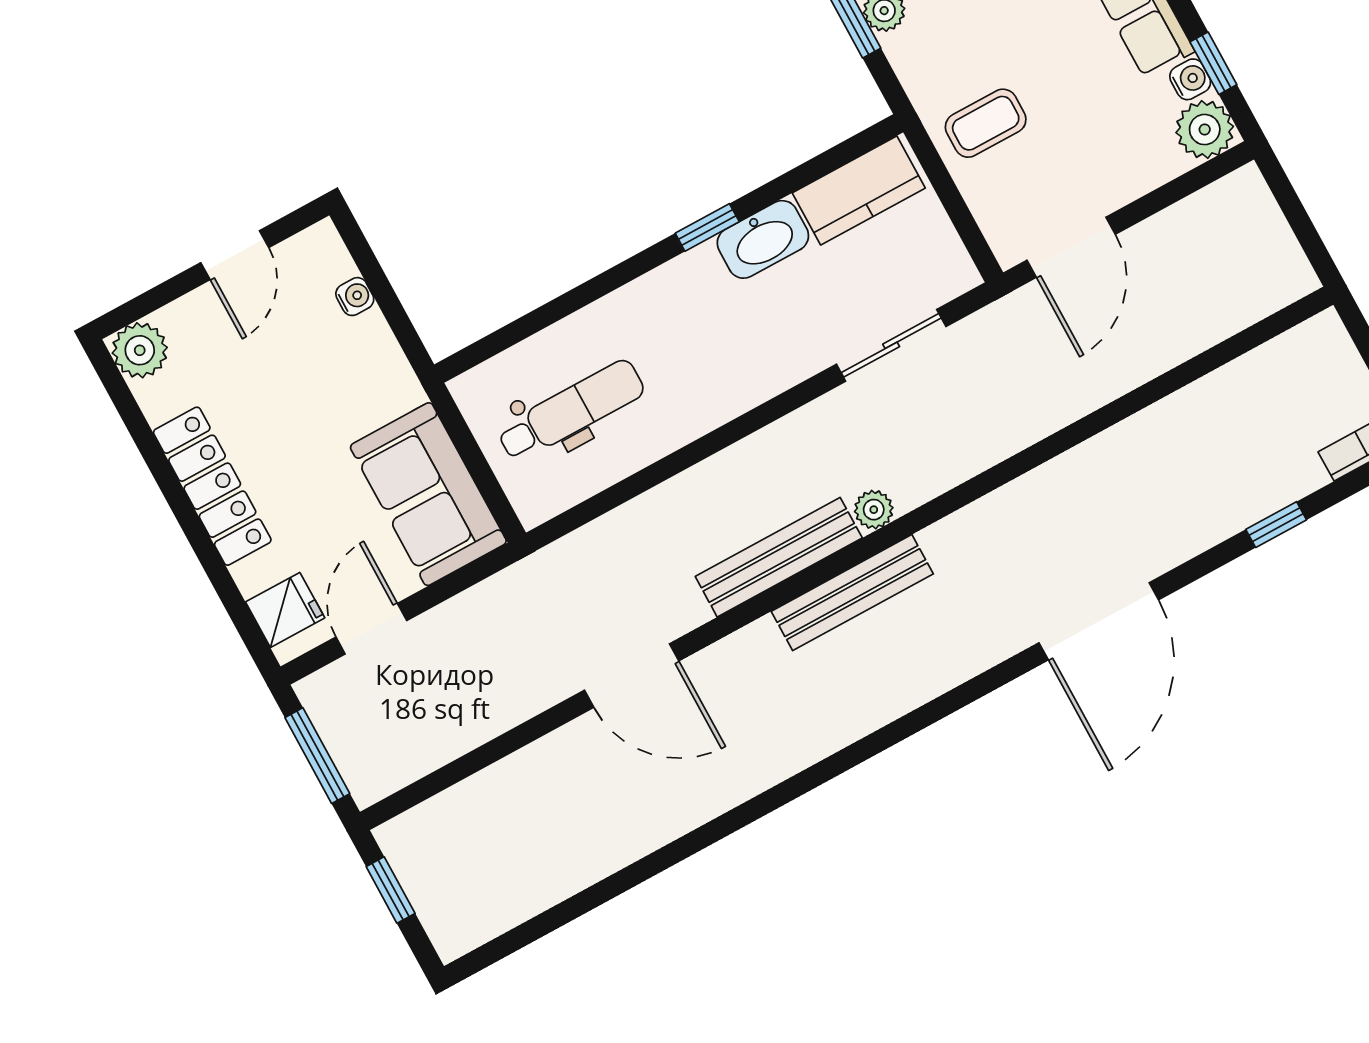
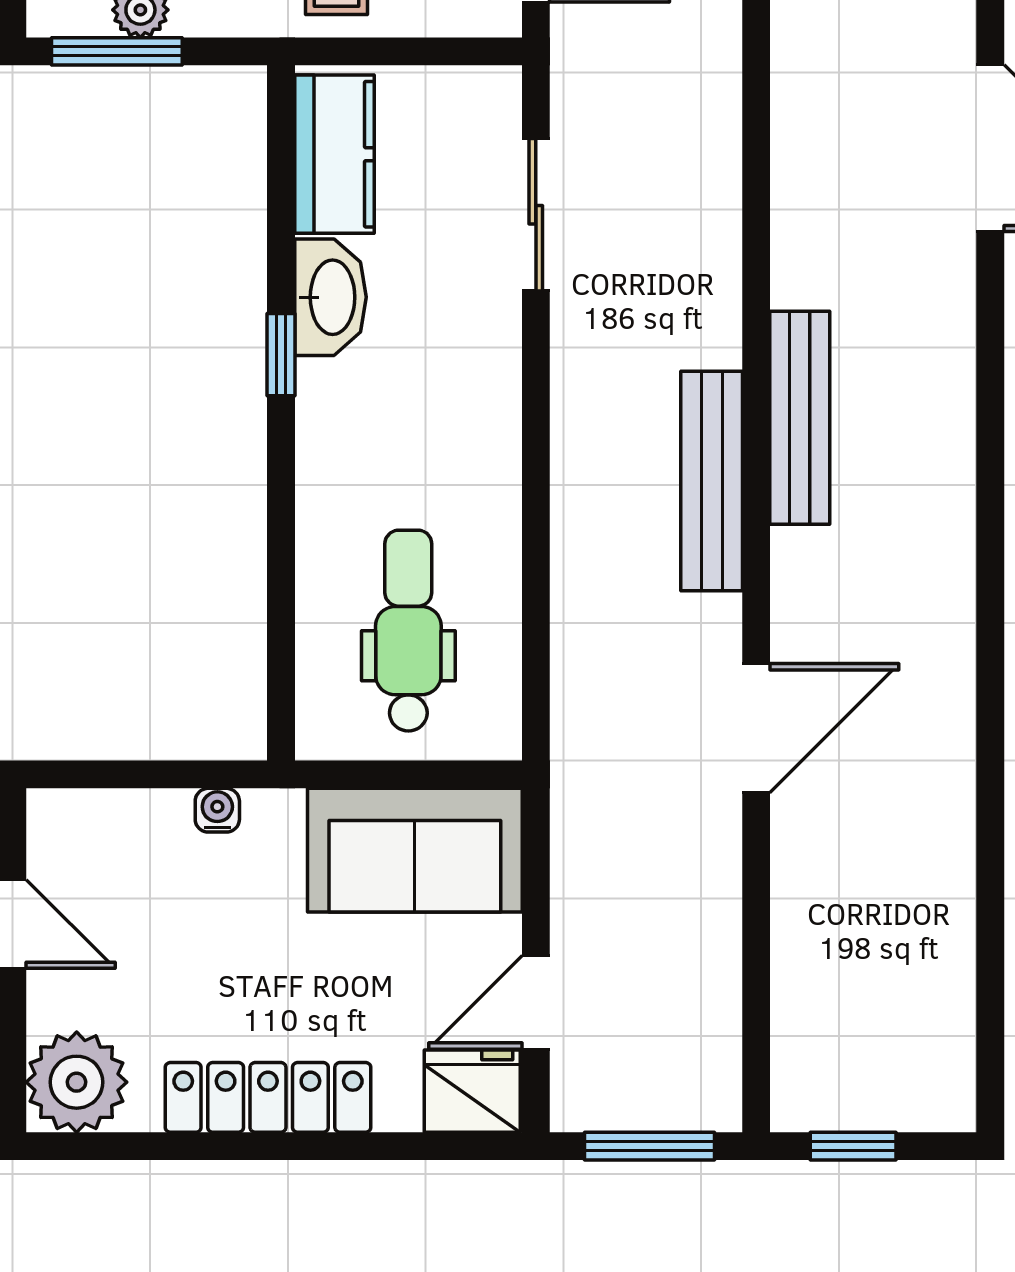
water cooler: (355, 297) -> (217, 810), moved
plant: (140, 350) -> (77, 1082), width x1.36, depth x1.36
plant: (874, 510) -> (717, 340), removed
fridge: (285, 610) -> (472, 1091), width x1.38
door: (371, 629) -> (536, 1002), hinge flipped

